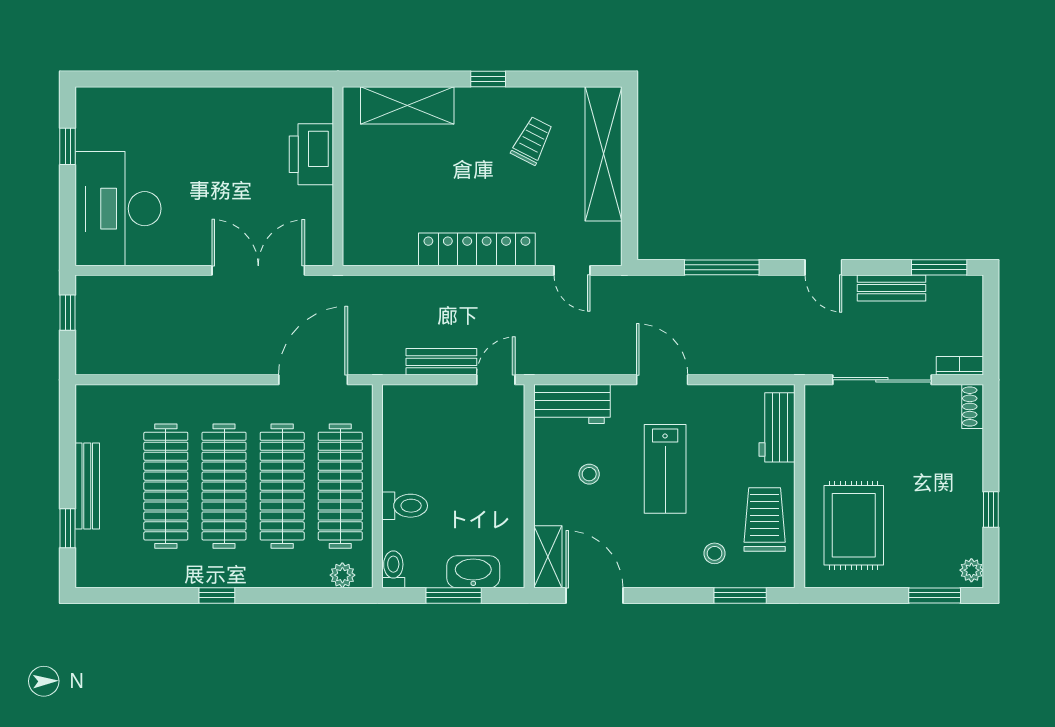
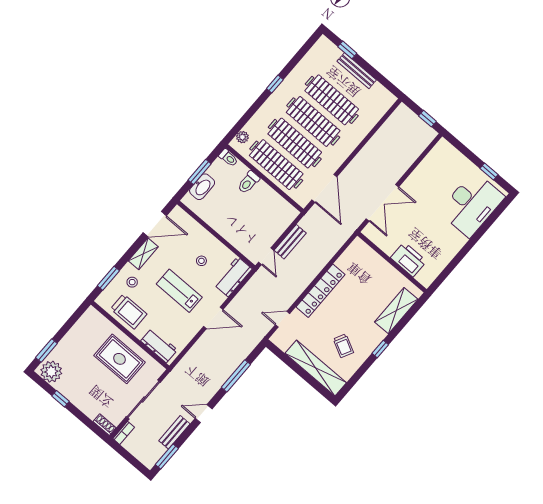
desk: (118, 209) -> (472, 204), moved, turned 90
rug: (854, 525) -> (119, 359), moved
shelving: (548, 557) -> (143, 254), moved, turned 90
plant: (971, 570) -> (51, 372), width x1.88, depth x1.88

